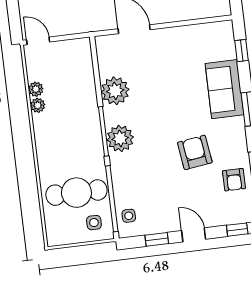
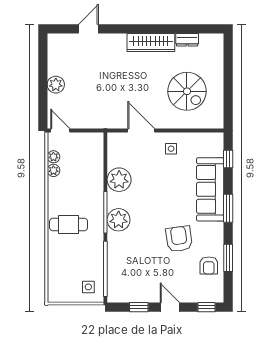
sofa: (225, 89) -> (210, 189), width x1.36
plant: (38, 105) -> (53, 157), moved
cafe table: (76, 193) -> (69, 225), moved, width x0.73, depth x0.74
side table: (129, 216) -> (171, 149), moved

